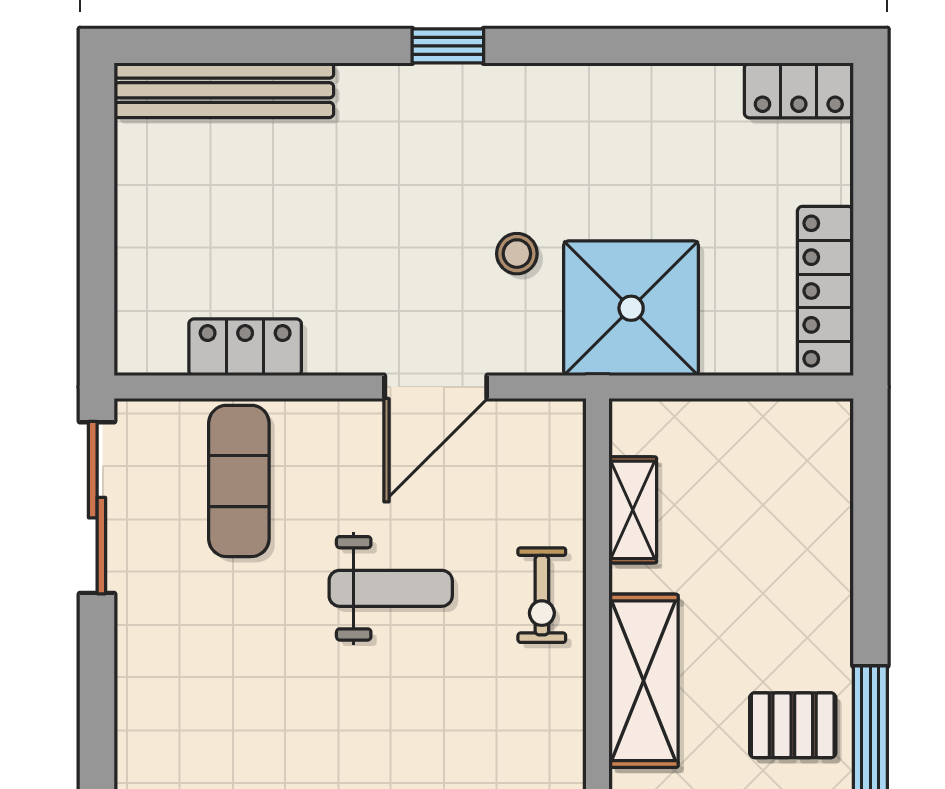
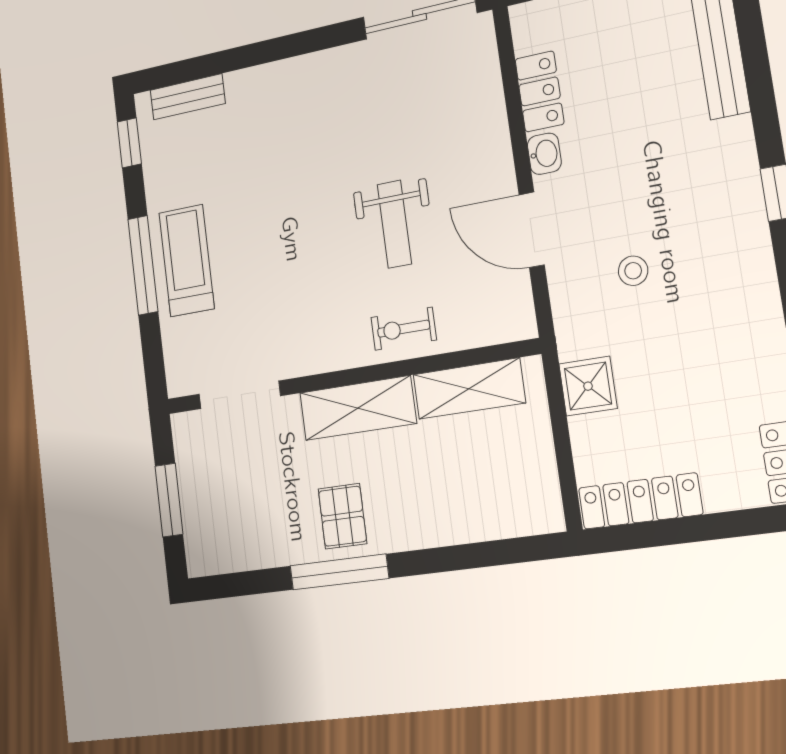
shower: (631, 308) -> (588, 386), width x0.54, depth x0.54
washbasin: (334, 353) -> (544, 154), added
exercise mat: (239, 481) -> (450, 106), removed
shelving: (633, 510) -> (469, 389), width x1.50, depth x1.33

